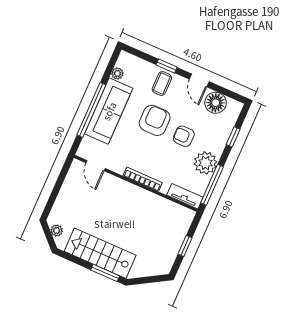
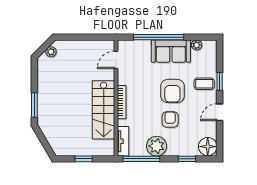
floor lamp: (216, 103) -> (208, 147), moved
sofa: (109, 111) -> (171, 51), width x0.73
armchair: (155, 120) -> (172, 91), turned 90
stairs: (100, 253) -> (104, 110), moved, turned 180

